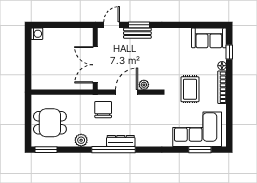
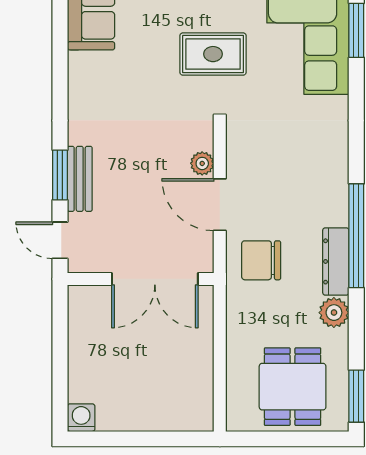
dresser: (121, 141) -> (336, 261), moved

